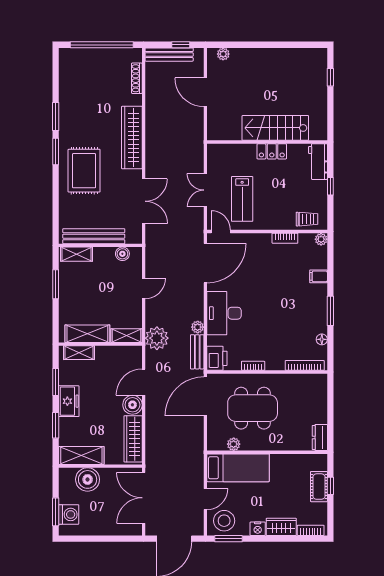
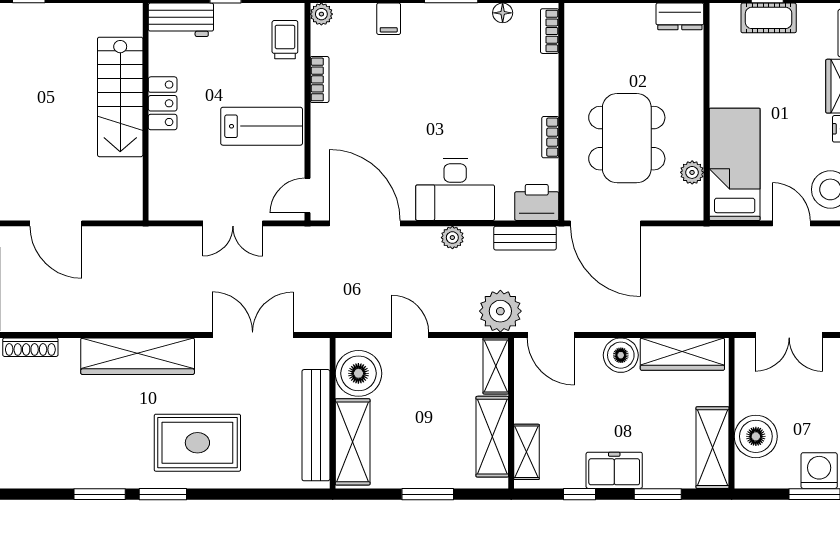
door: (205, 92) -> (56, 223), hinge flipped
lab bench: (242, 199) -> (262, 126), moved
shelving: (77, 254) -> (353, 442), width x1.50, depth x1.33
boiler: (122, 254) -> (358, 373), width x1.86, depth x1.86
window: (56, 284) -> (428, 494), moved
plant: (198, 327) -> (452, 238), moved
bookcase: (305, 365) -> (550, 31), width x0.64
window: (56, 382) -> (579, 494), width x0.67
door: (144, 382) -> (551, 335), moved
double door: (144, 498) -> (789, 335), width x0.73

